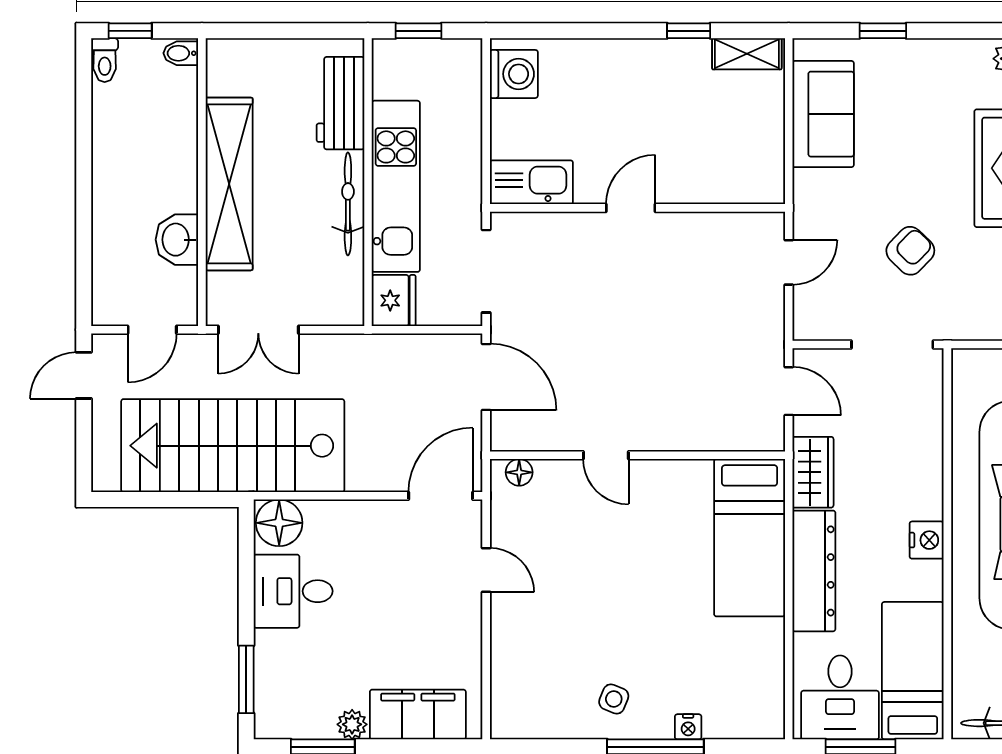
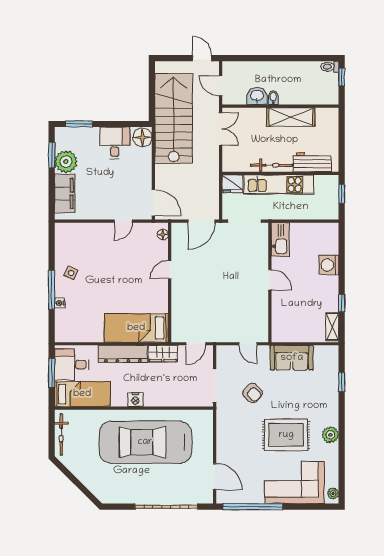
bidet: (181, 53) -> (273, 98), moved
washing machine: (514, 74) -> (329, 265), moved, turned 90
sofa: (823, 114) -> (292, 358), moved
shelving: (229, 184) -> (291, 117), width x0.68
double door: (258, 330) -> (221, 129), swing flipped
plant: (352, 724) -> (66, 162), width x1.87, depth x1.87

